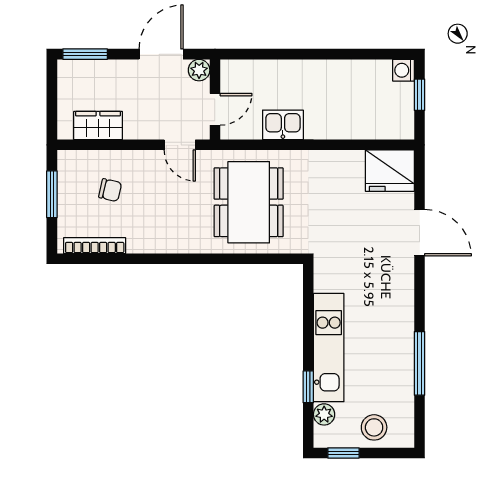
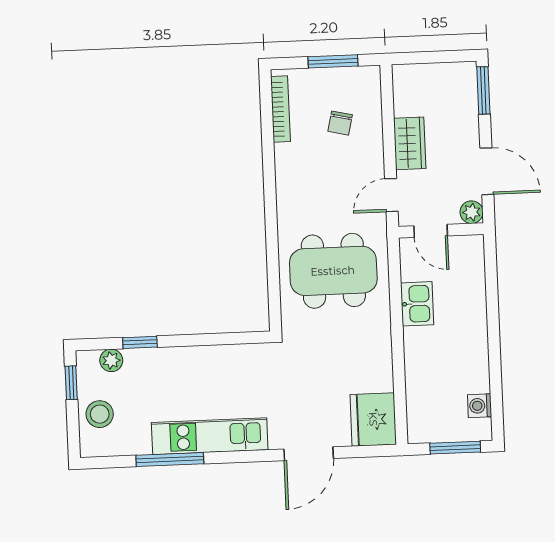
washing machine: (404, 70) -> (480, 406), moved, turned -90
window: (420, 95) -> (455, 448), width x1.50
wardrobe: (98, 126) -> (410, 143), moved
kitchen unit: (329, 348) -> (210, 436), moved, turned 180

